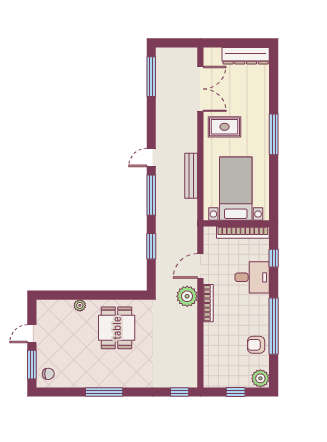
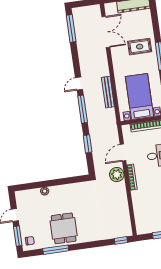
rug: (225, 127) -> (140, 47), moved
dining table: (117, 328) -> (64, 228), moved
window: (104, 392) -> (56, 250), moved

